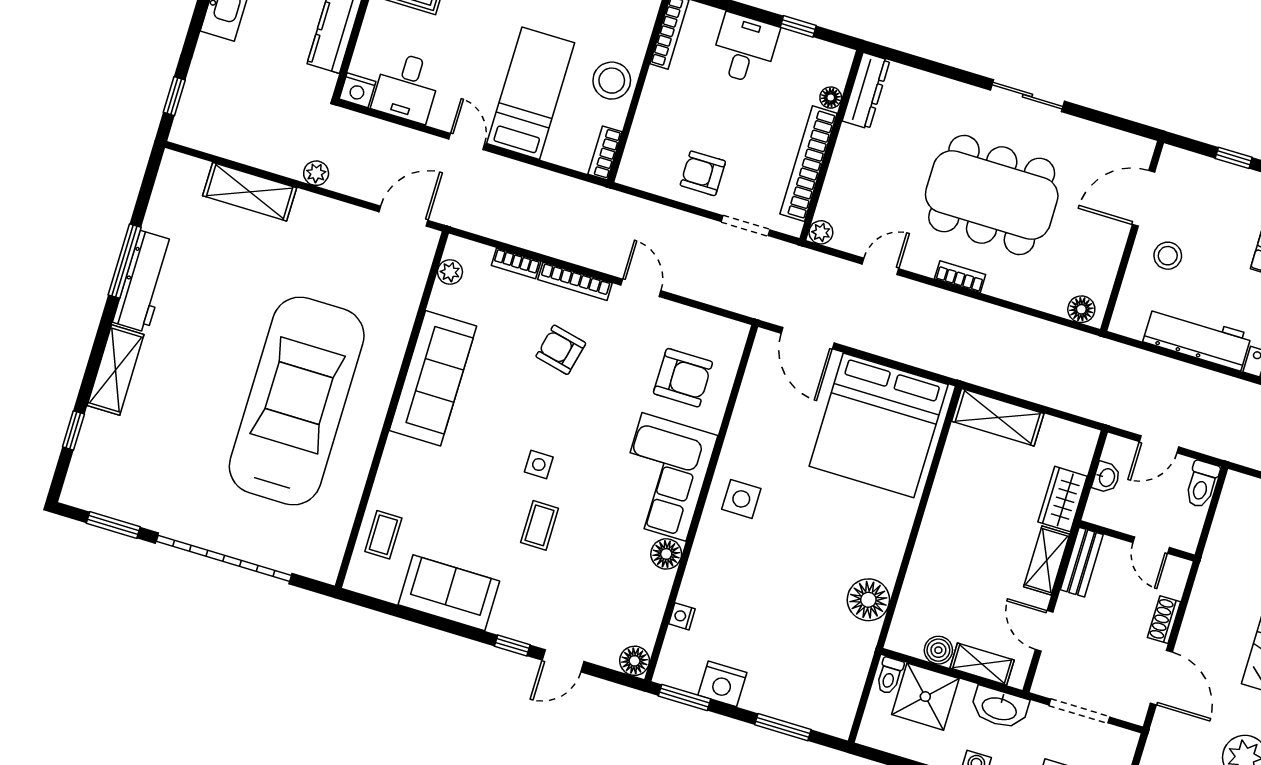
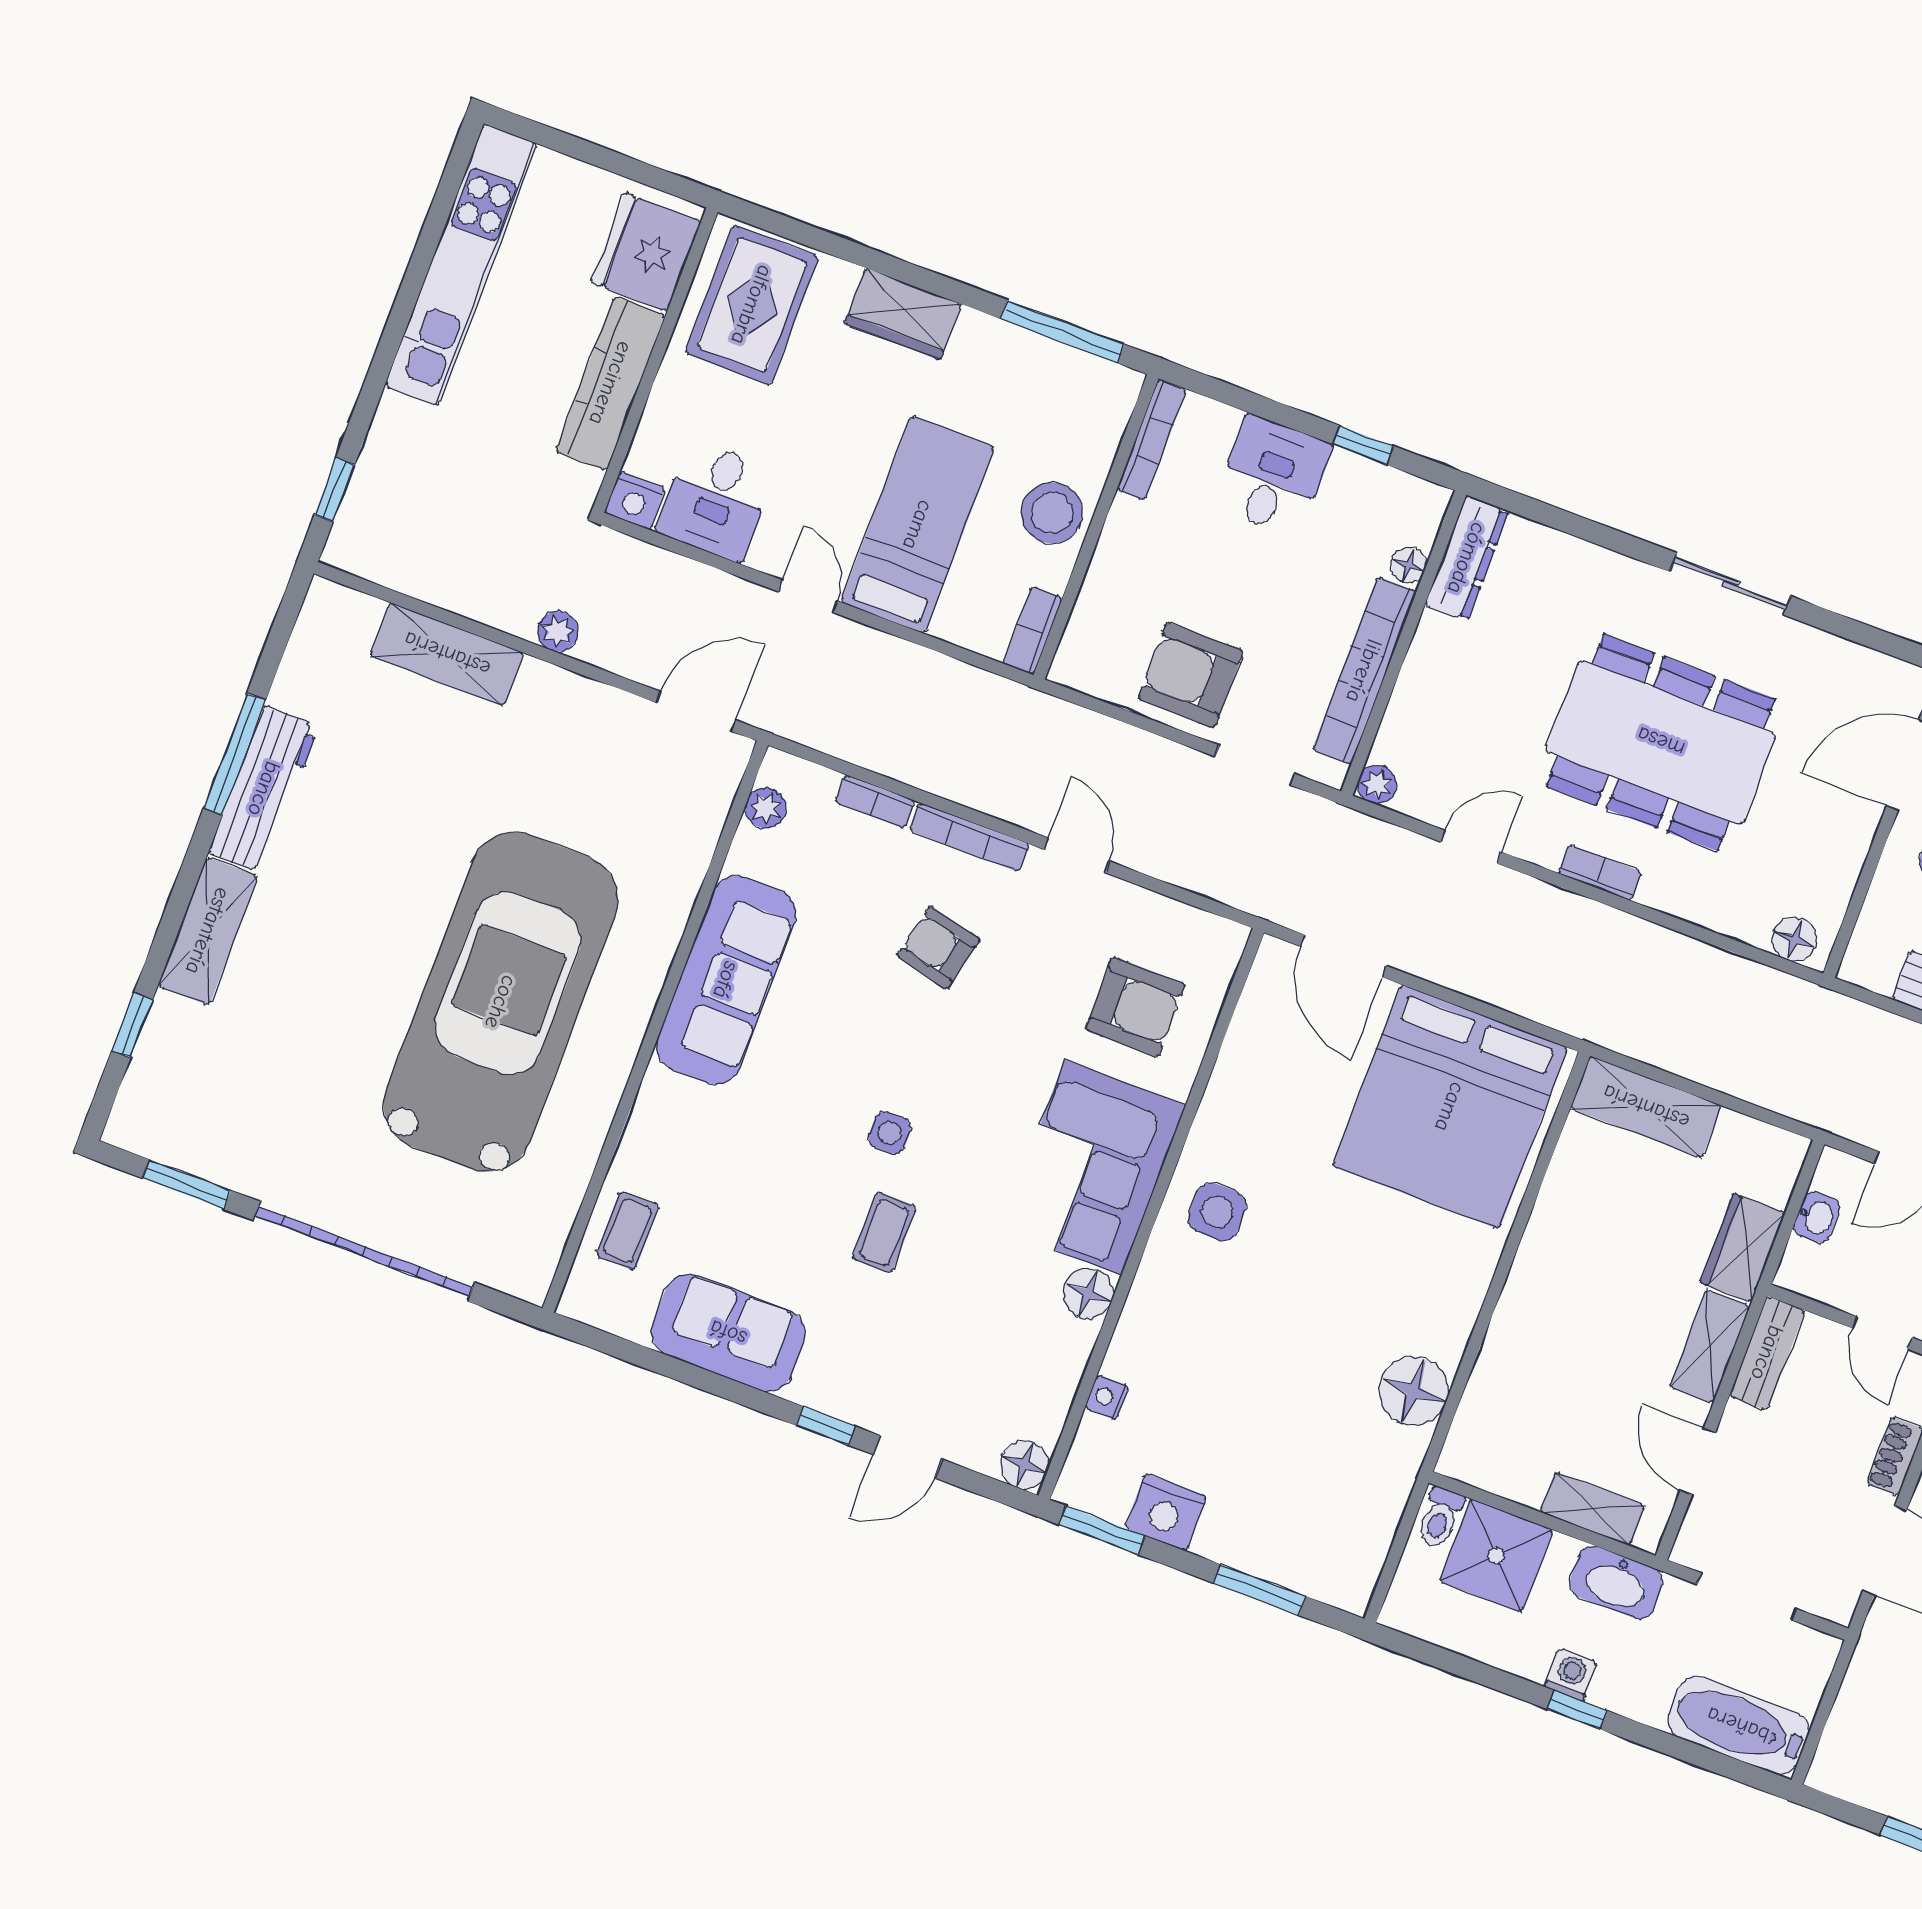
armchair: (703, 173) -> (1191, 675), width x1.38, depth x1.38
boiler: (938, 650) -> (1523, 1481), removed

